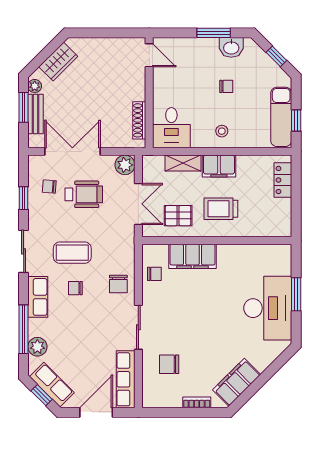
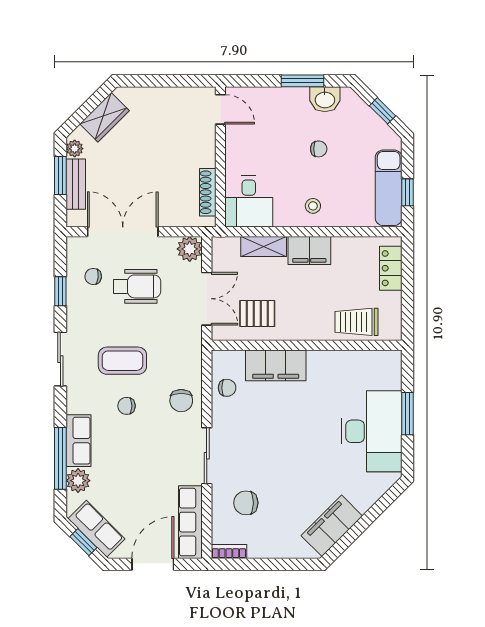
trolley: (221, 209) -> (357, 322), moved
row of seats: (38, 297) -> (79, 441), moved
bookcase: (197, 402) -> (229, 551), moved

